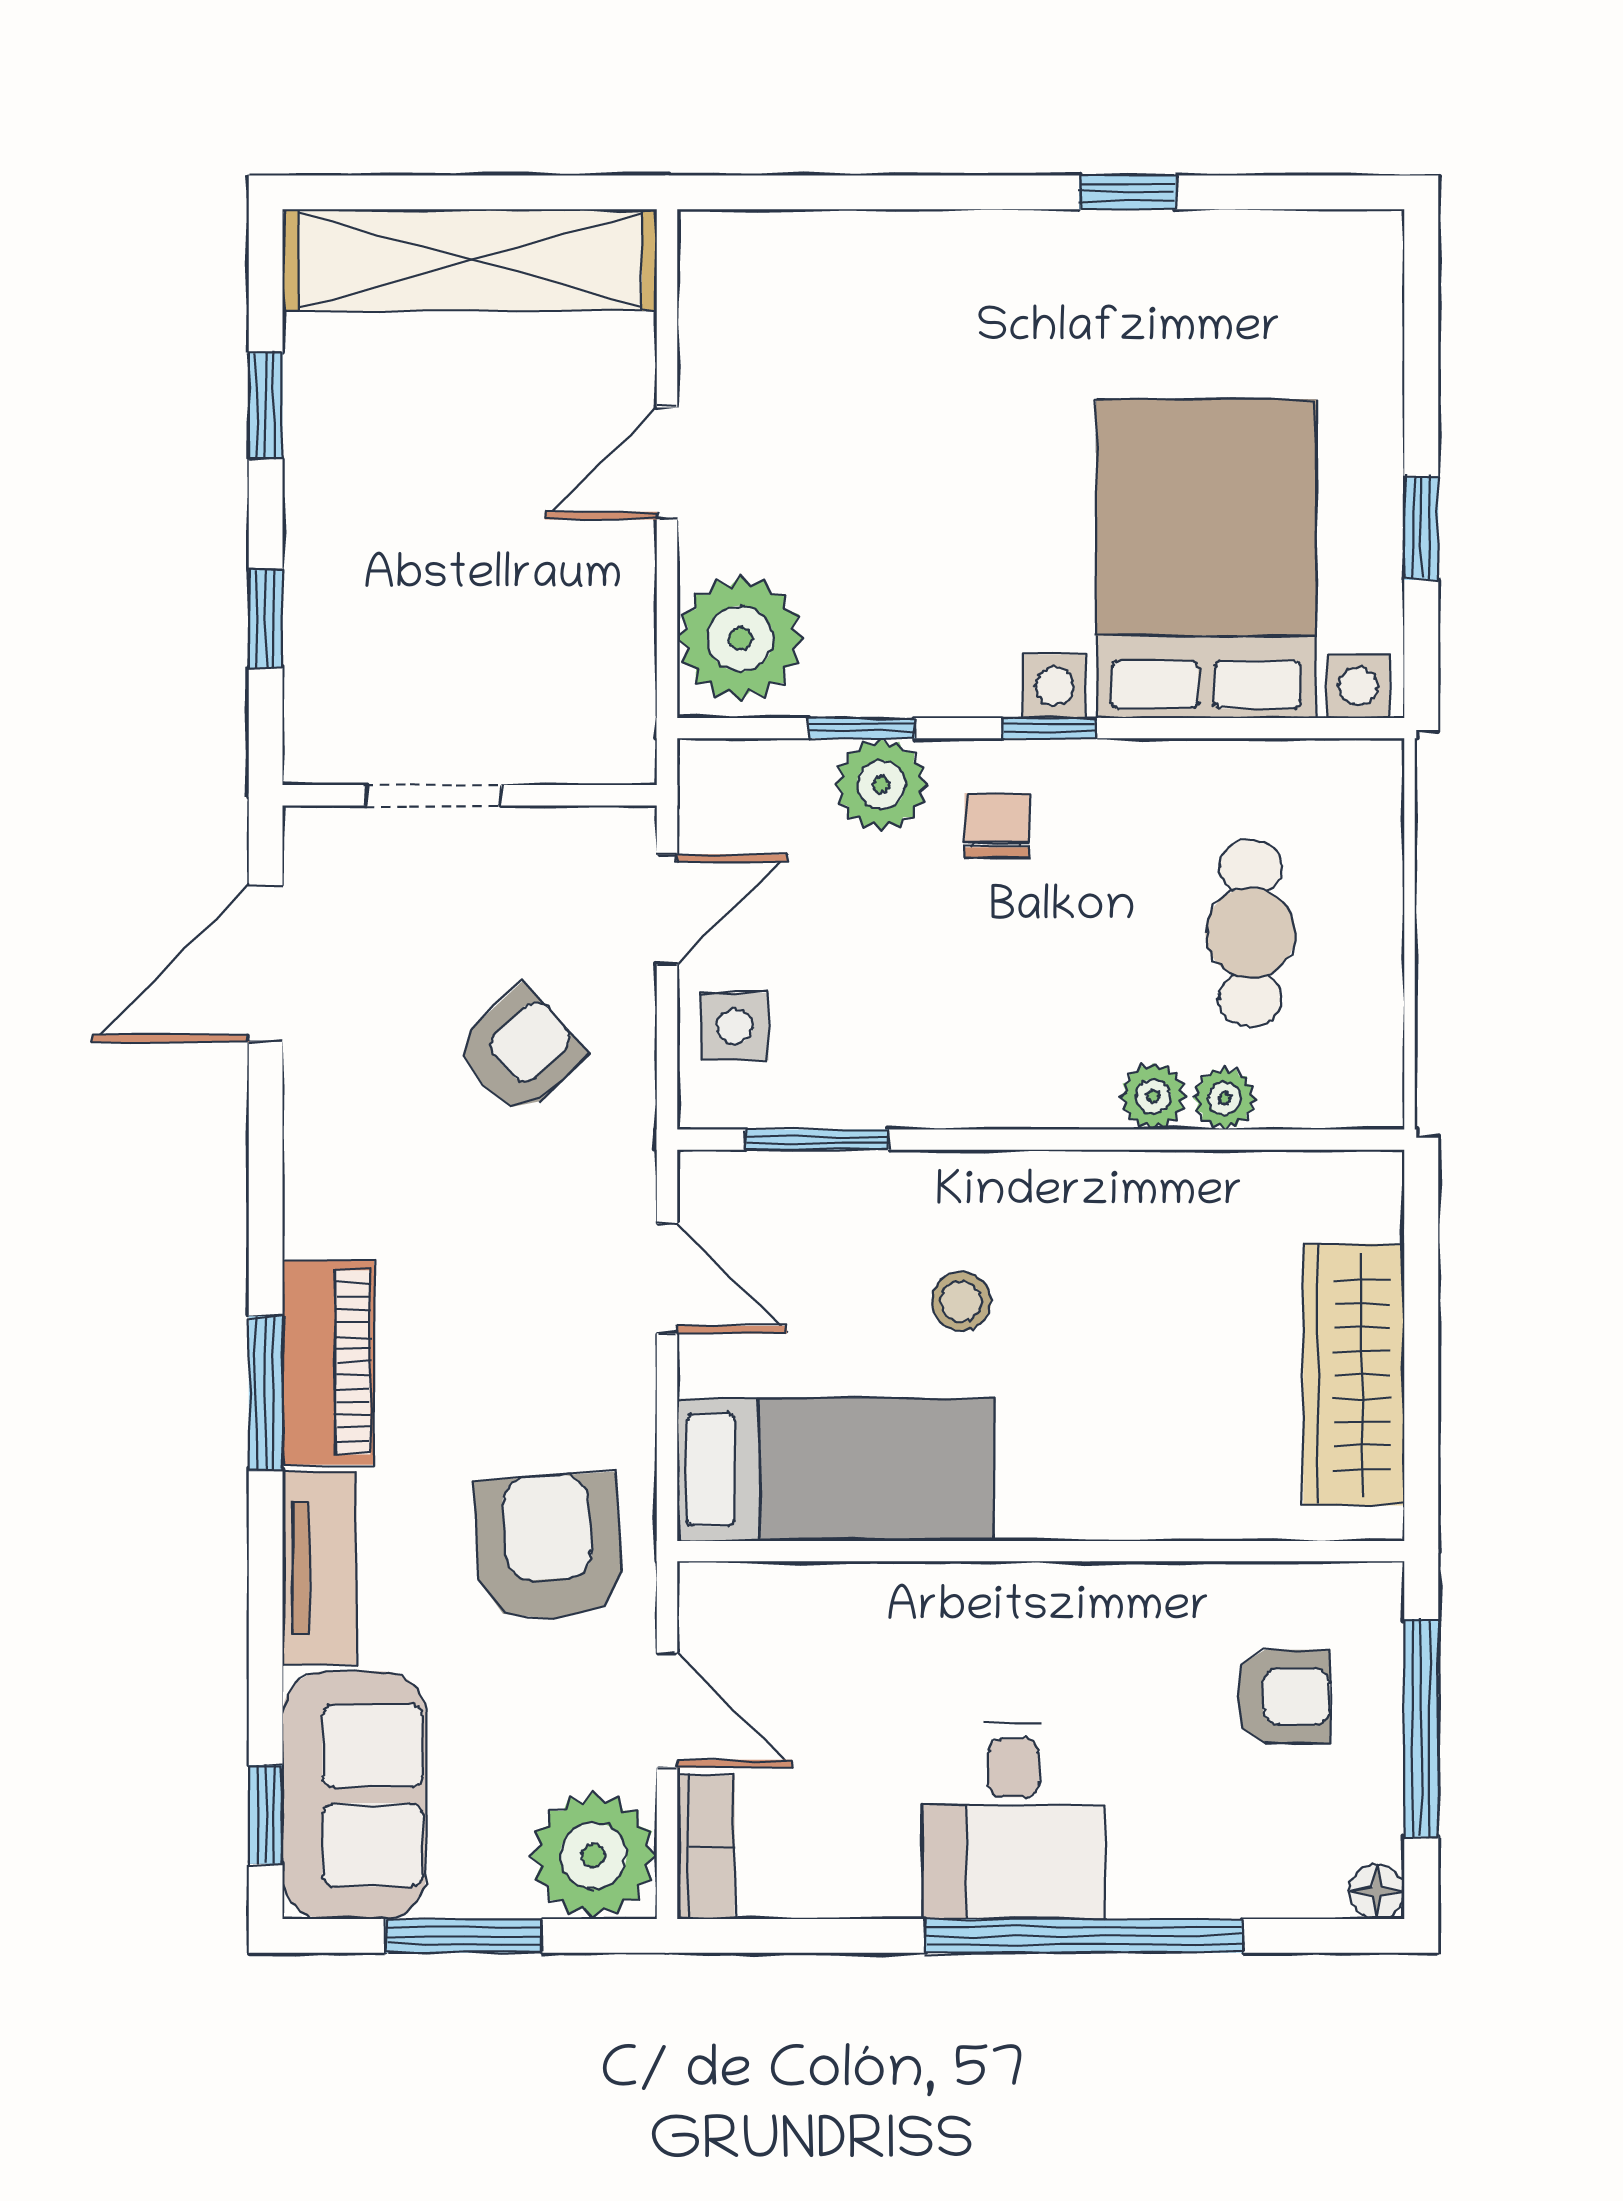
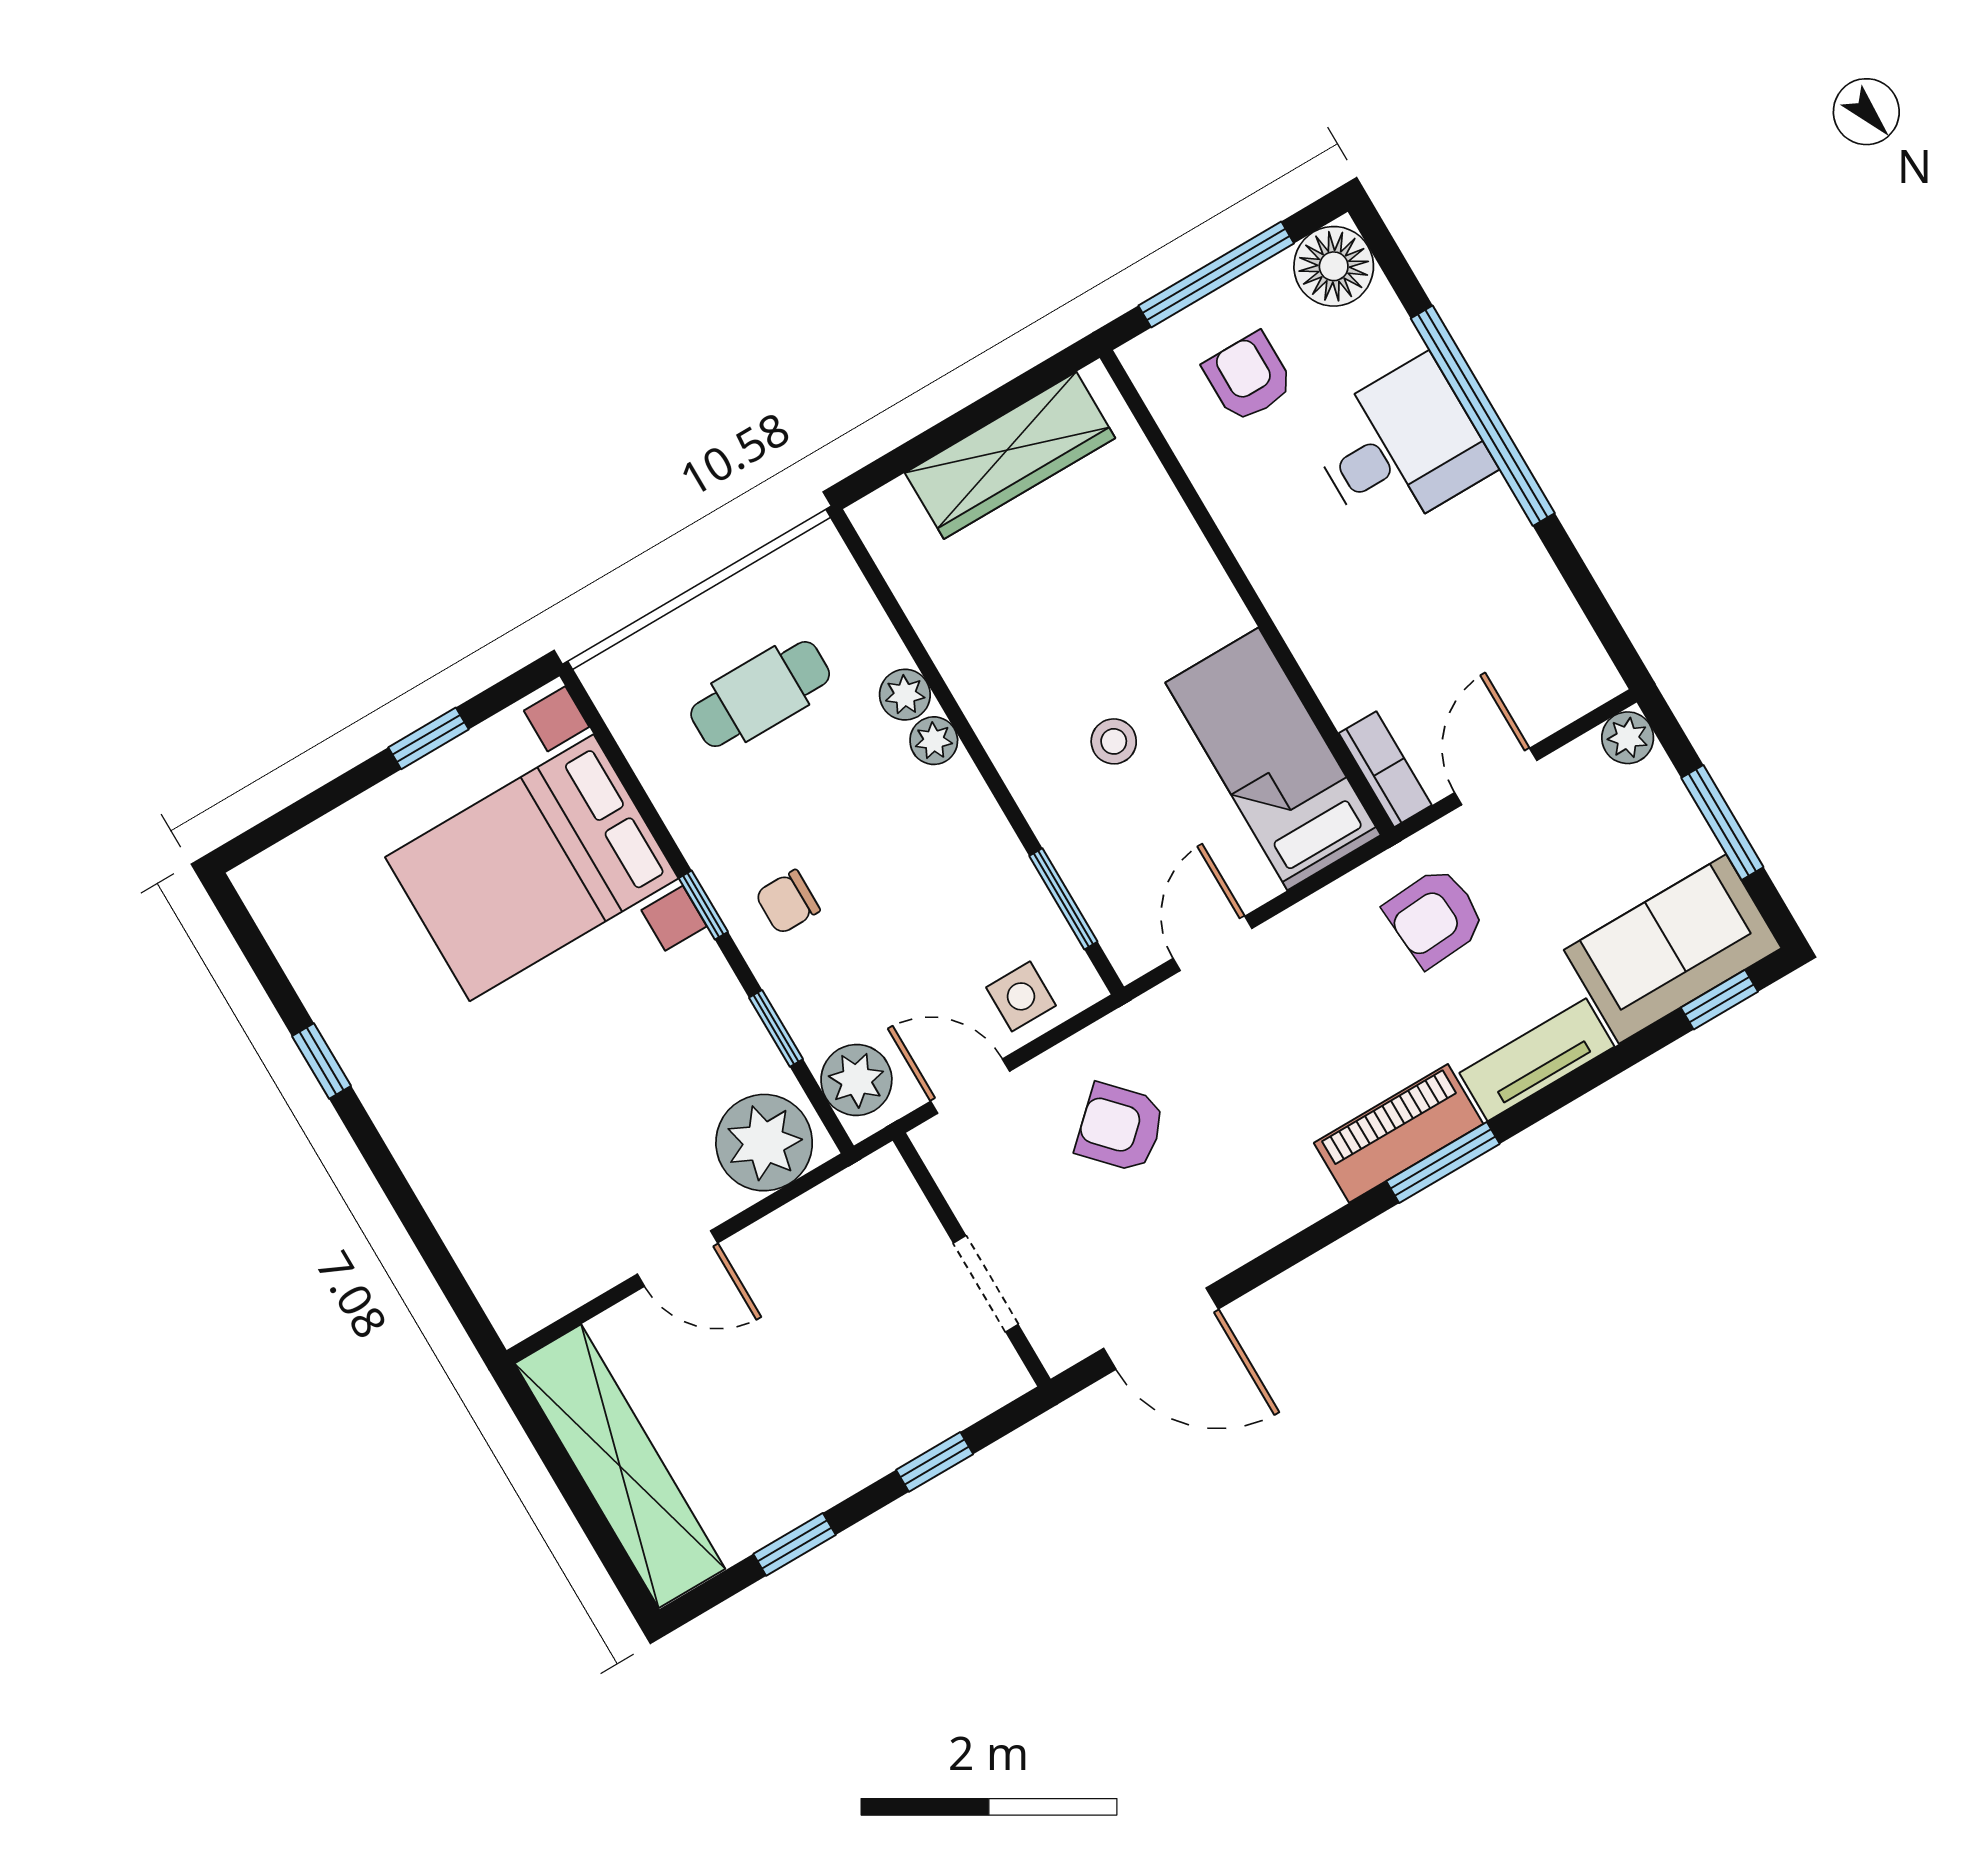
plant: (881, 785) -> (856, 1080), moved
plant: (1224, 1098) -> (934, 741), moved
armchair: (549, 1548) -> (1435, 917), width x0.72, depth x0.72
desk: (1013, 1821) -> (1400, 448), moved
bookcase: (706, 1847) -> (1385, 769), moved, turned 90
plant: (593, 1855) -> (1628, 738), width x0.53, depth x0.53
floor lamp: (1377, 1891) -> (1334, 266), width x1.89, depth x1.89

